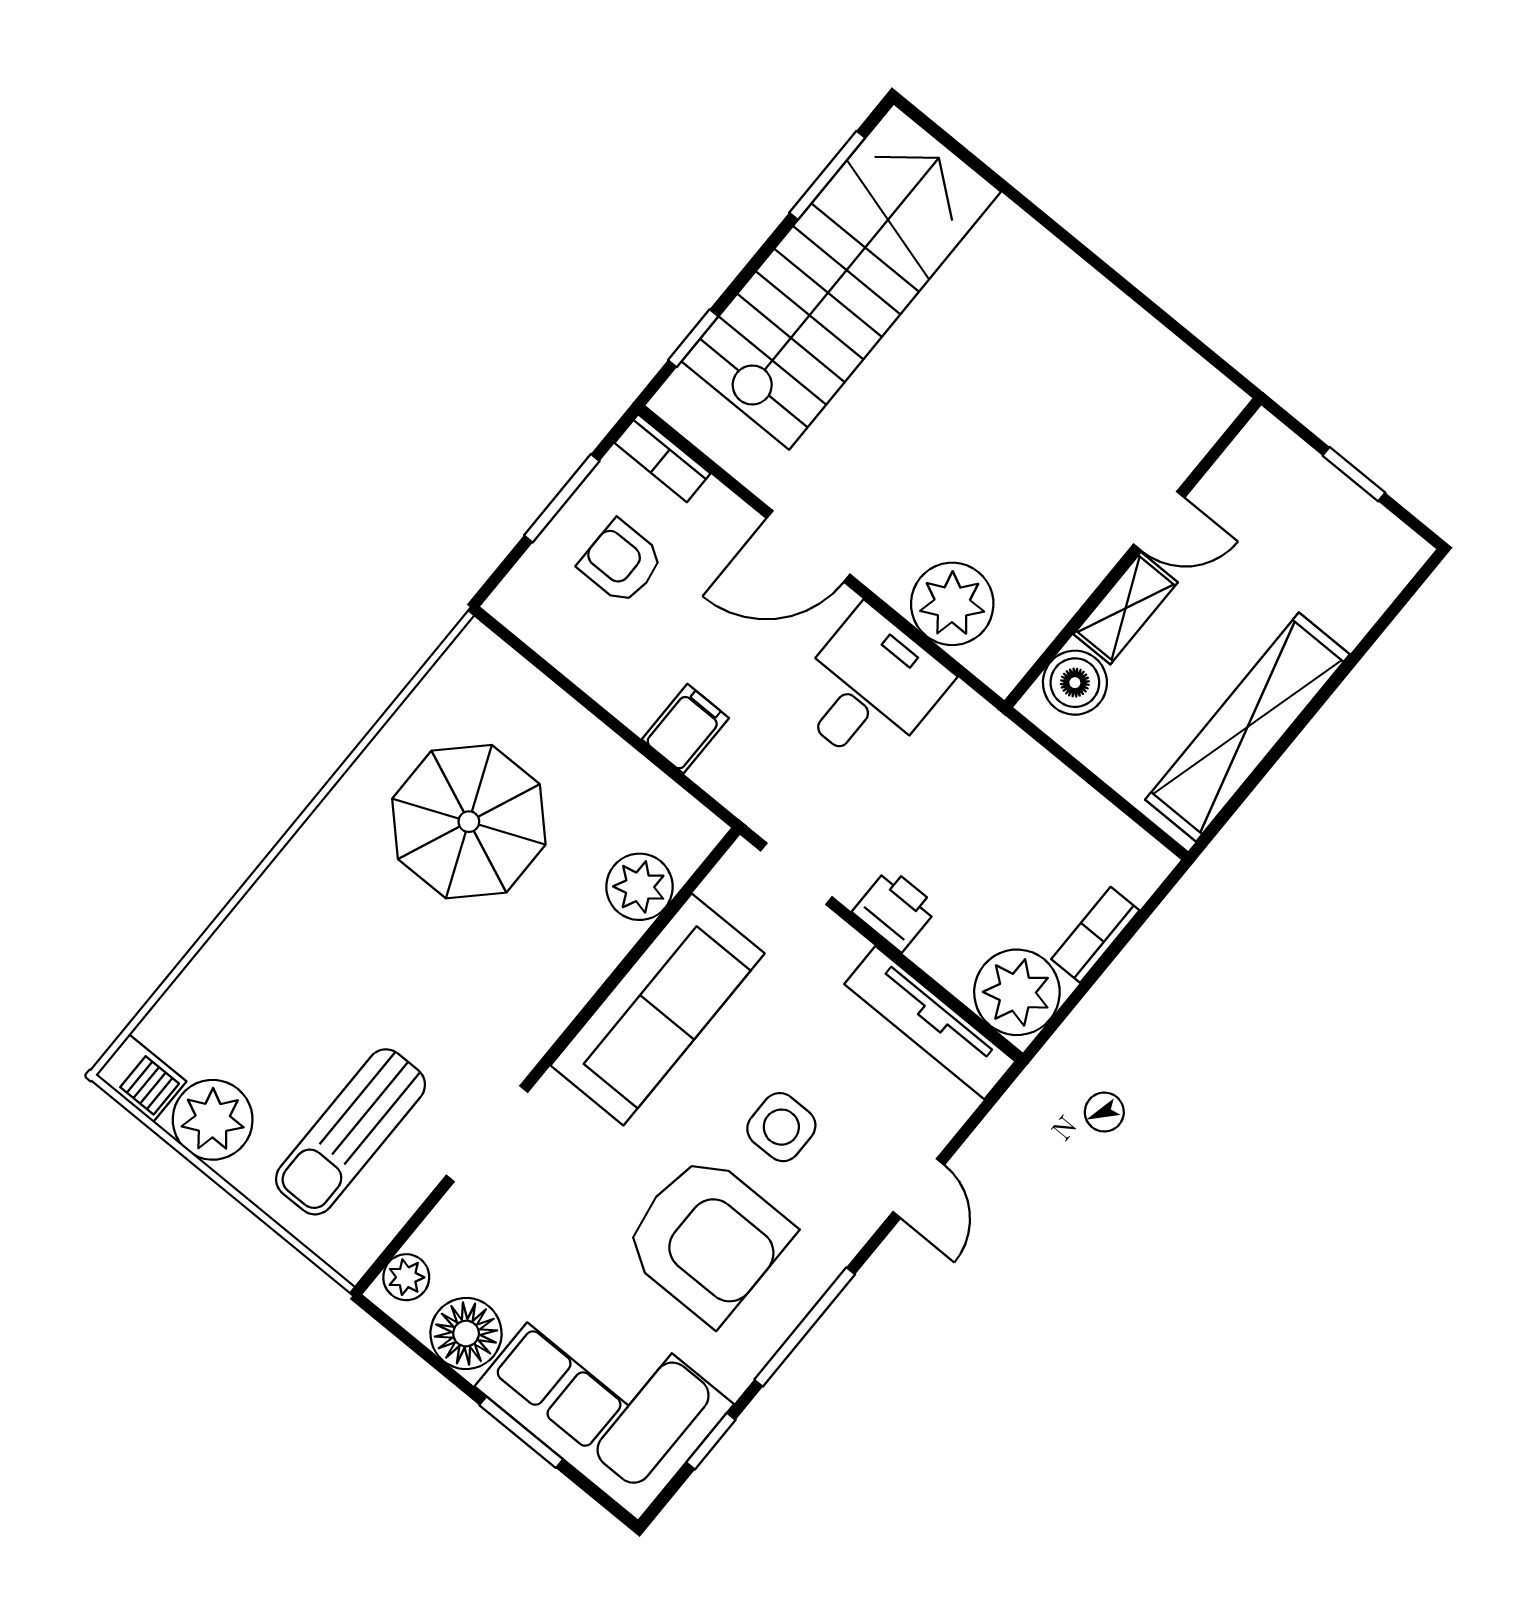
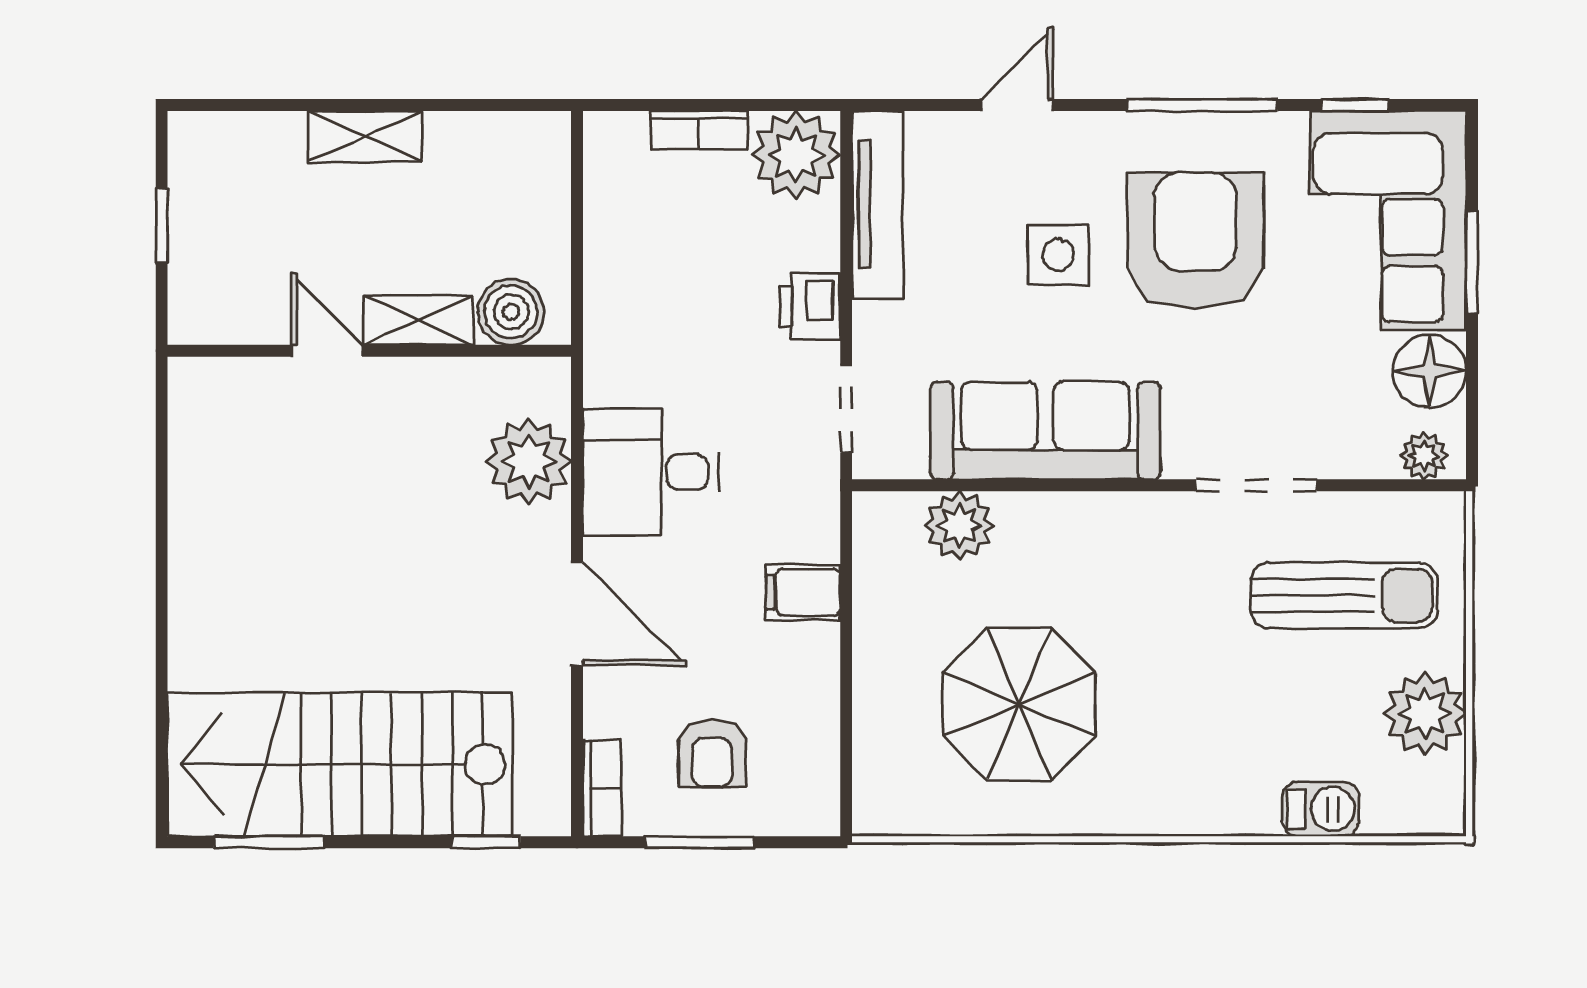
shelving: (1247, 727) -> (365, 136), width x0.45, depth x0.75
barbecue: (141, 1078) -> (1320, 809), moved, turned 90

